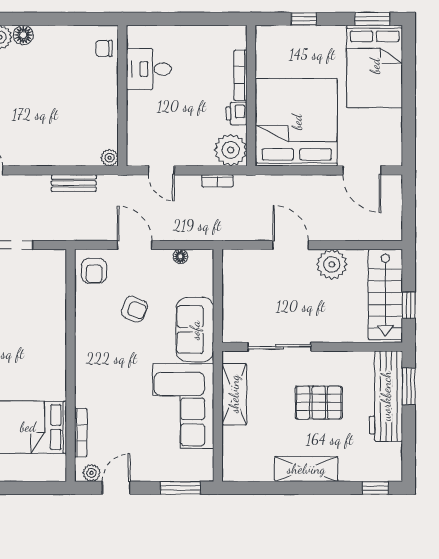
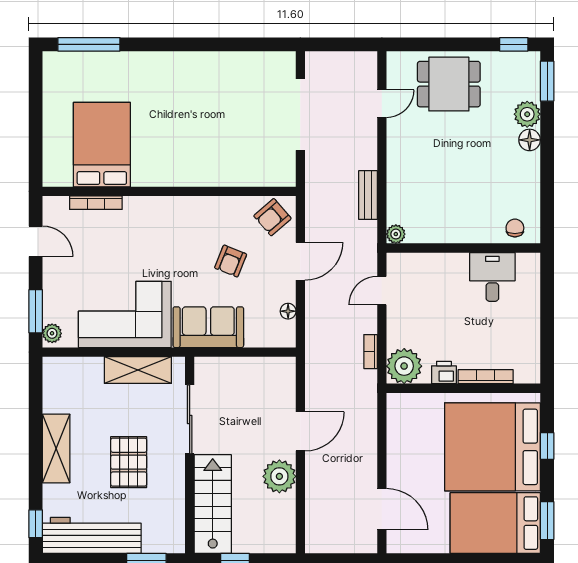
bed: (297, 122) -> (492, 447), moved, turned 180
door: (362, 170) -> (382, 509), swing flipped
armchair: (94, 271) -> (272, 217), turned -41
stairs: (385, 295) -> (213, 504), moved, turned 90
workbench: (386, 396) -> (92, 535), moved
plant: (91, 473) -> (52, 333), moved

